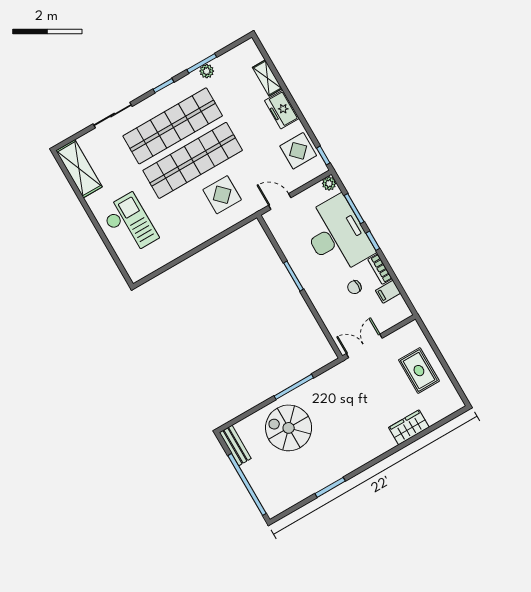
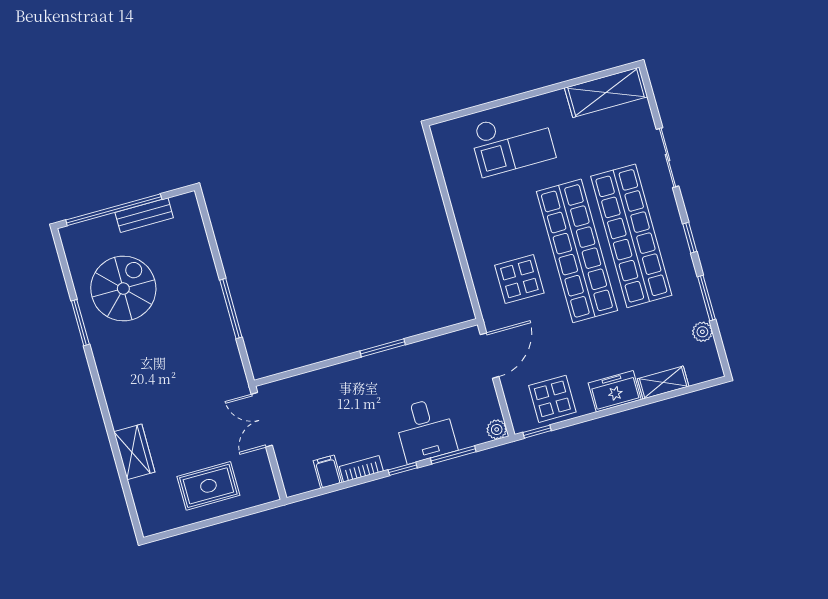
plant: (207, 71) -> (702, 332), moved
door: (280, 202) -> (490, 356), width x1.38
desk: (337, 235) -> (425, 430), width x0.53, depth x0.77
chair: (354, 287) -> (346, 427), removed
double door: (364, 346) -> (262, 420), swing flipped
spiral stairs: (289, 428) -> (123, 289), moved
bench: (235, 445) -> (144, 215), moved

